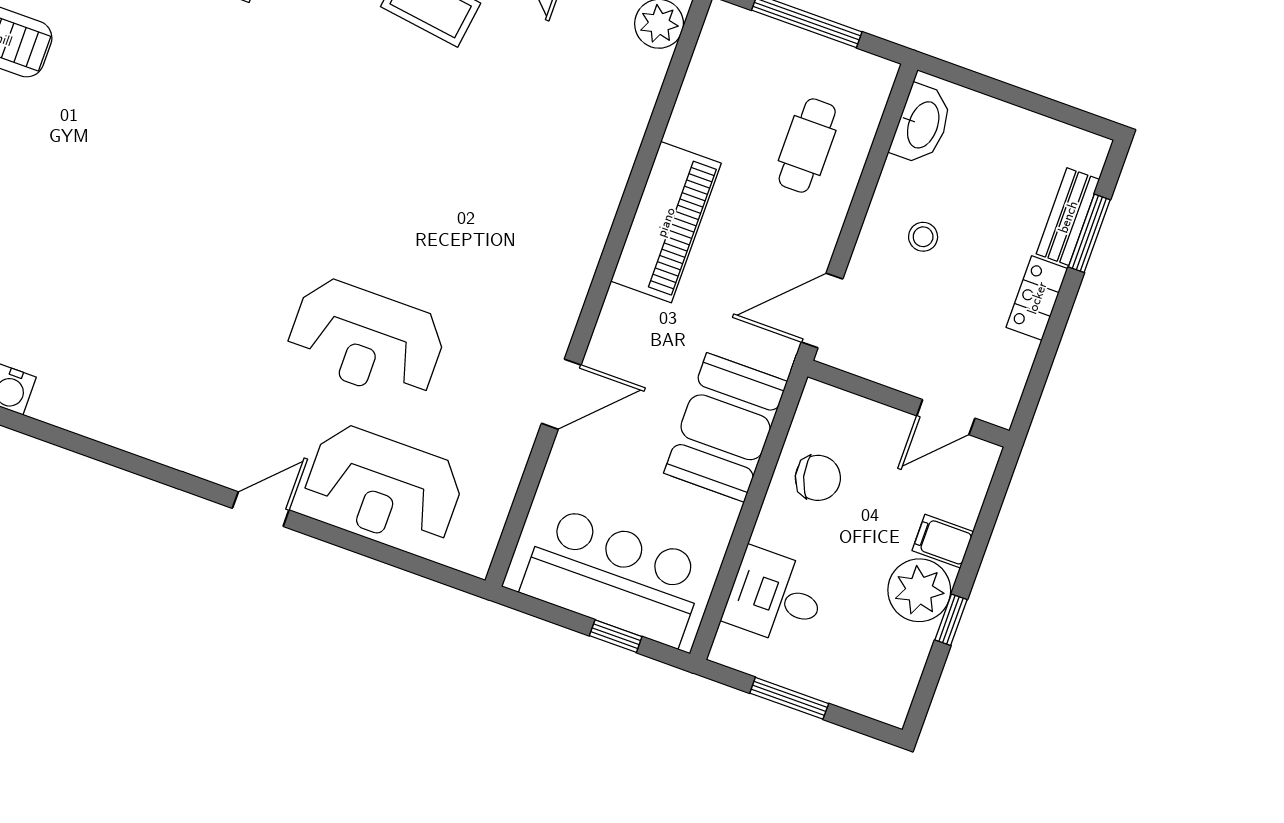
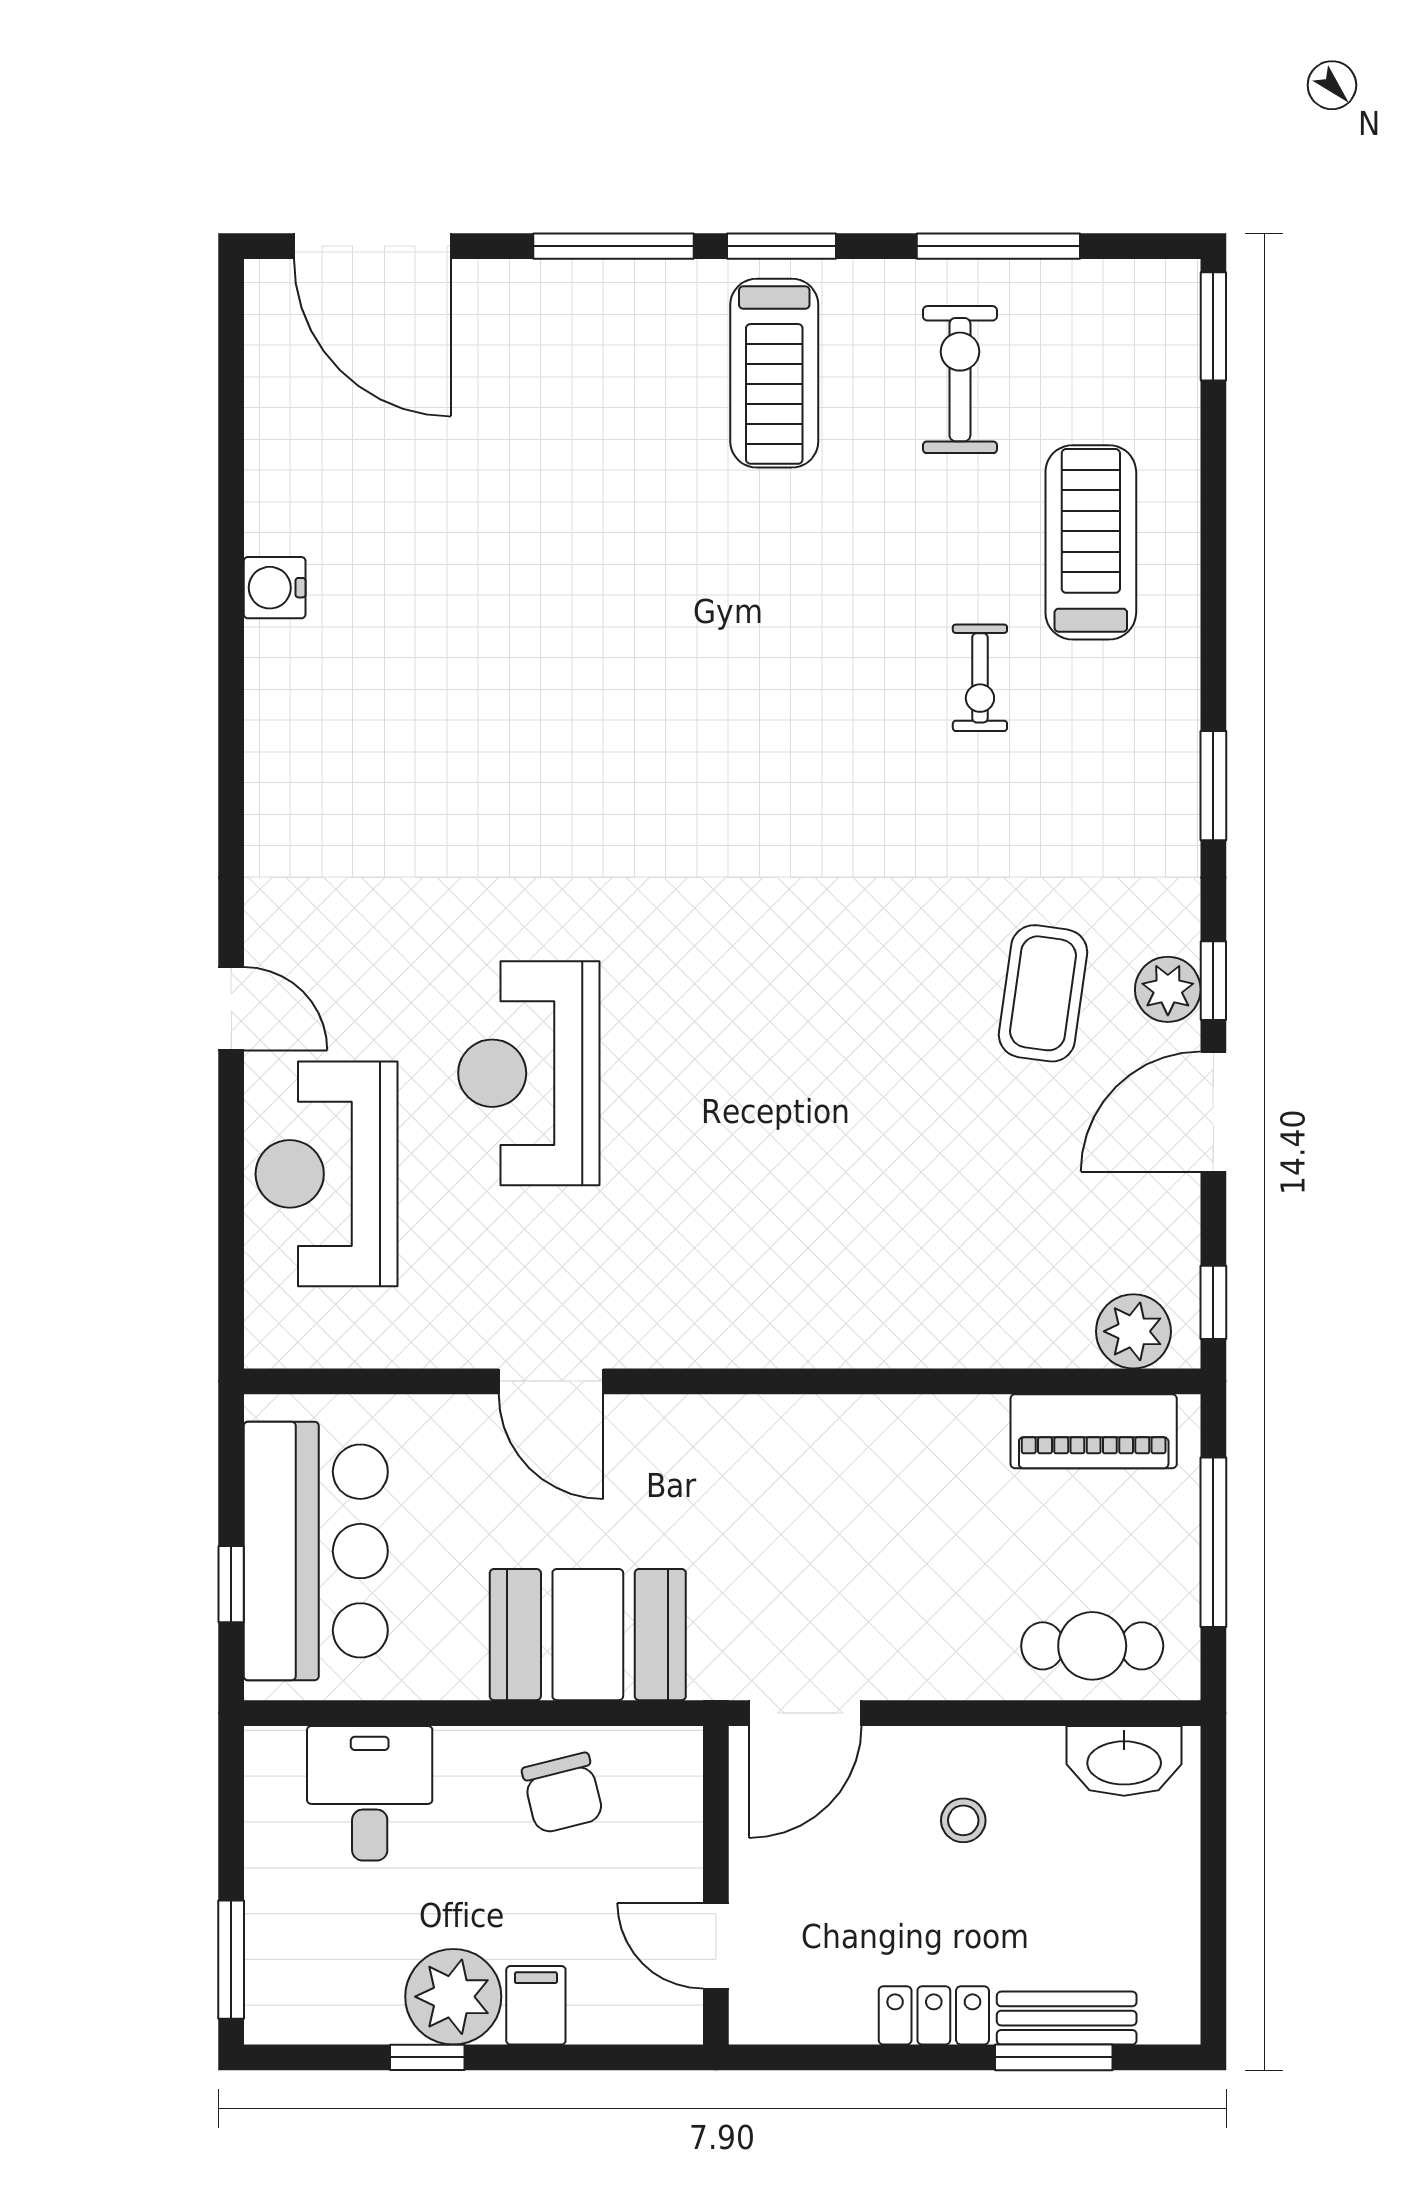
cafe table: (807, 146) -> (1092, 1646), moved
piano: (666, 222) -> (1094, 1431), moved, width x0.73, depth x0.75
door: (822, 310) -> (805, 1713), swing flipped
window: (789, 698) -> (231, 1960), moved

